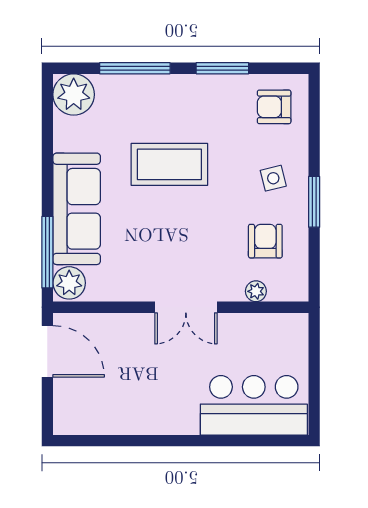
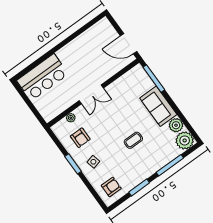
coffee table: (169, 164) -> (133, 140), width x0.54, depth x0.58
sofa: (77, 209) -> (158, 106), width x0.73
plant: (69, 283) -> (176, 125), moved
double door: (186, 307) -> (91, 94), swing flipped

